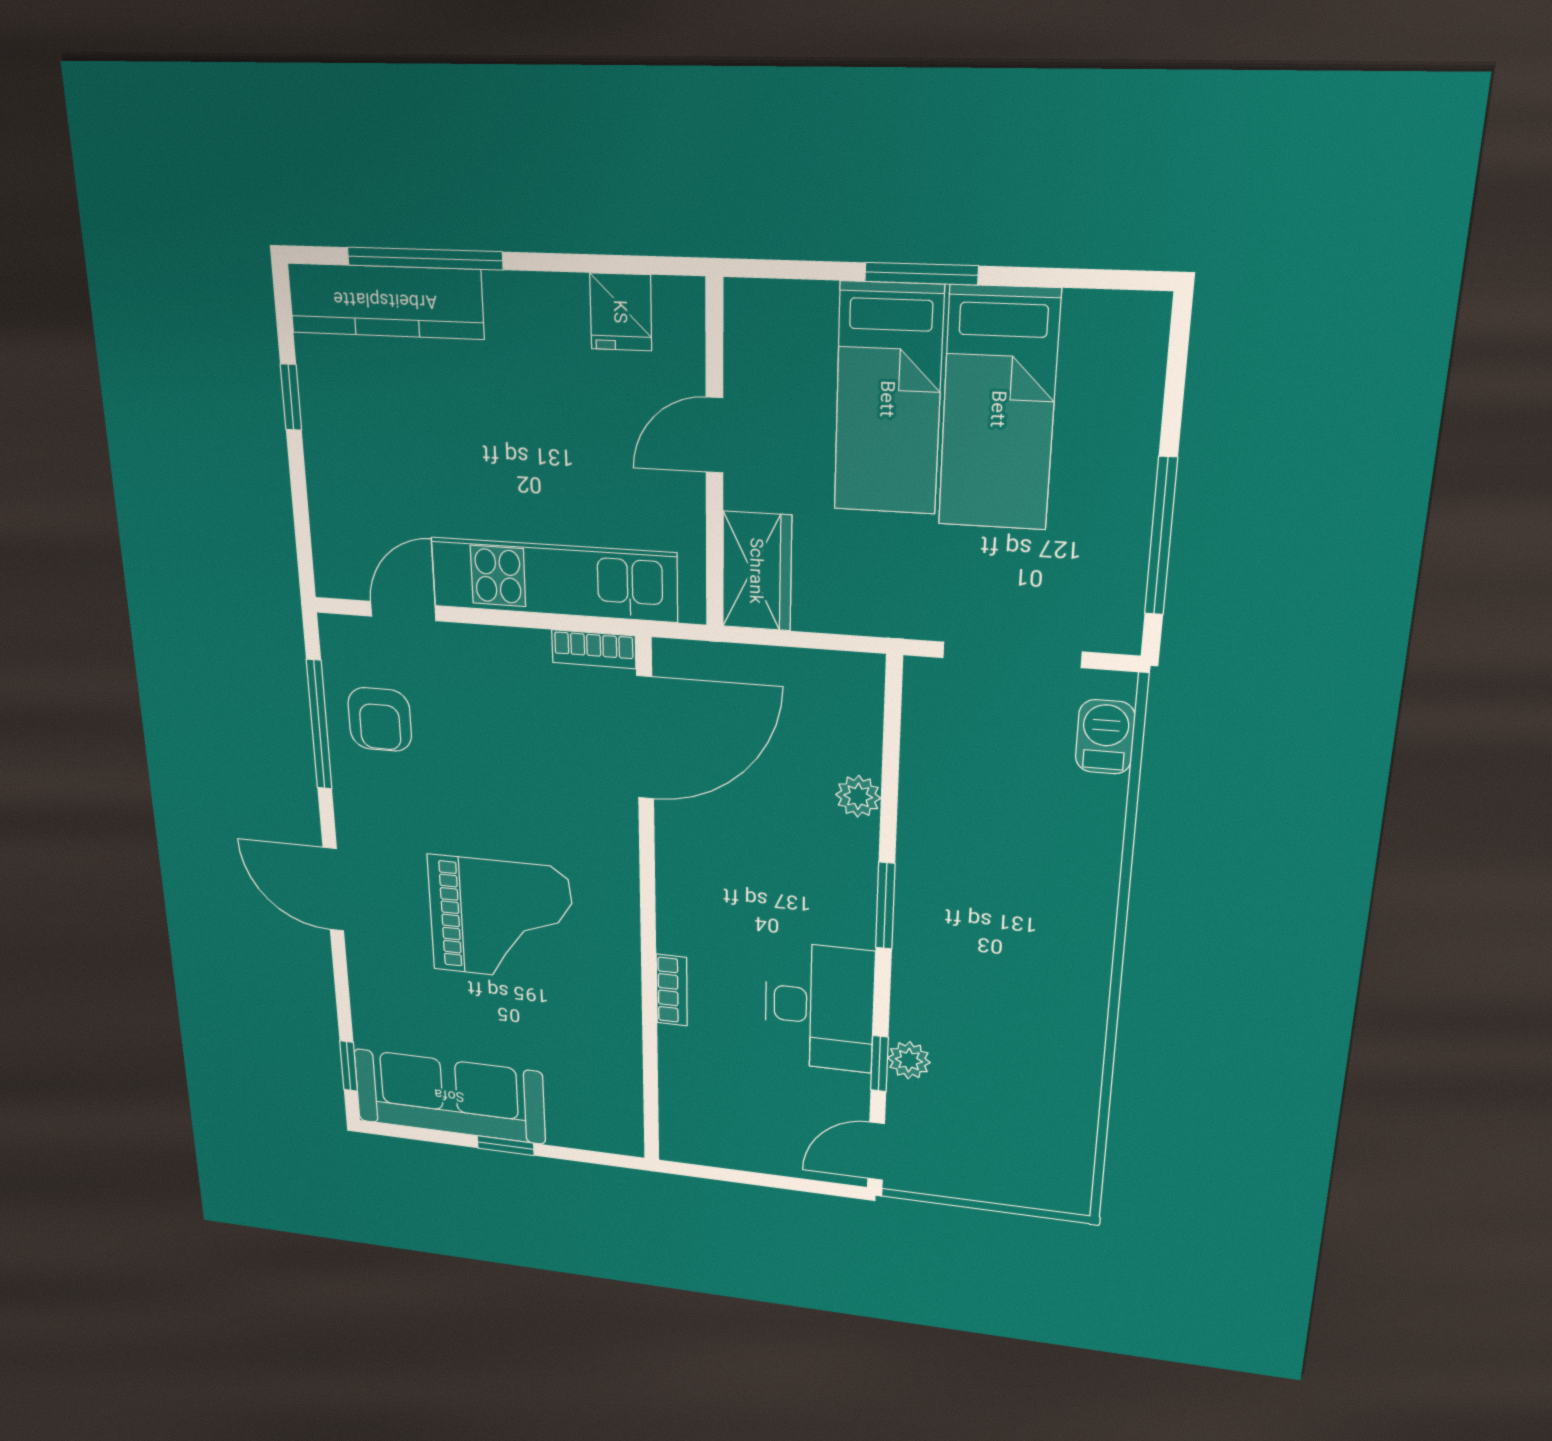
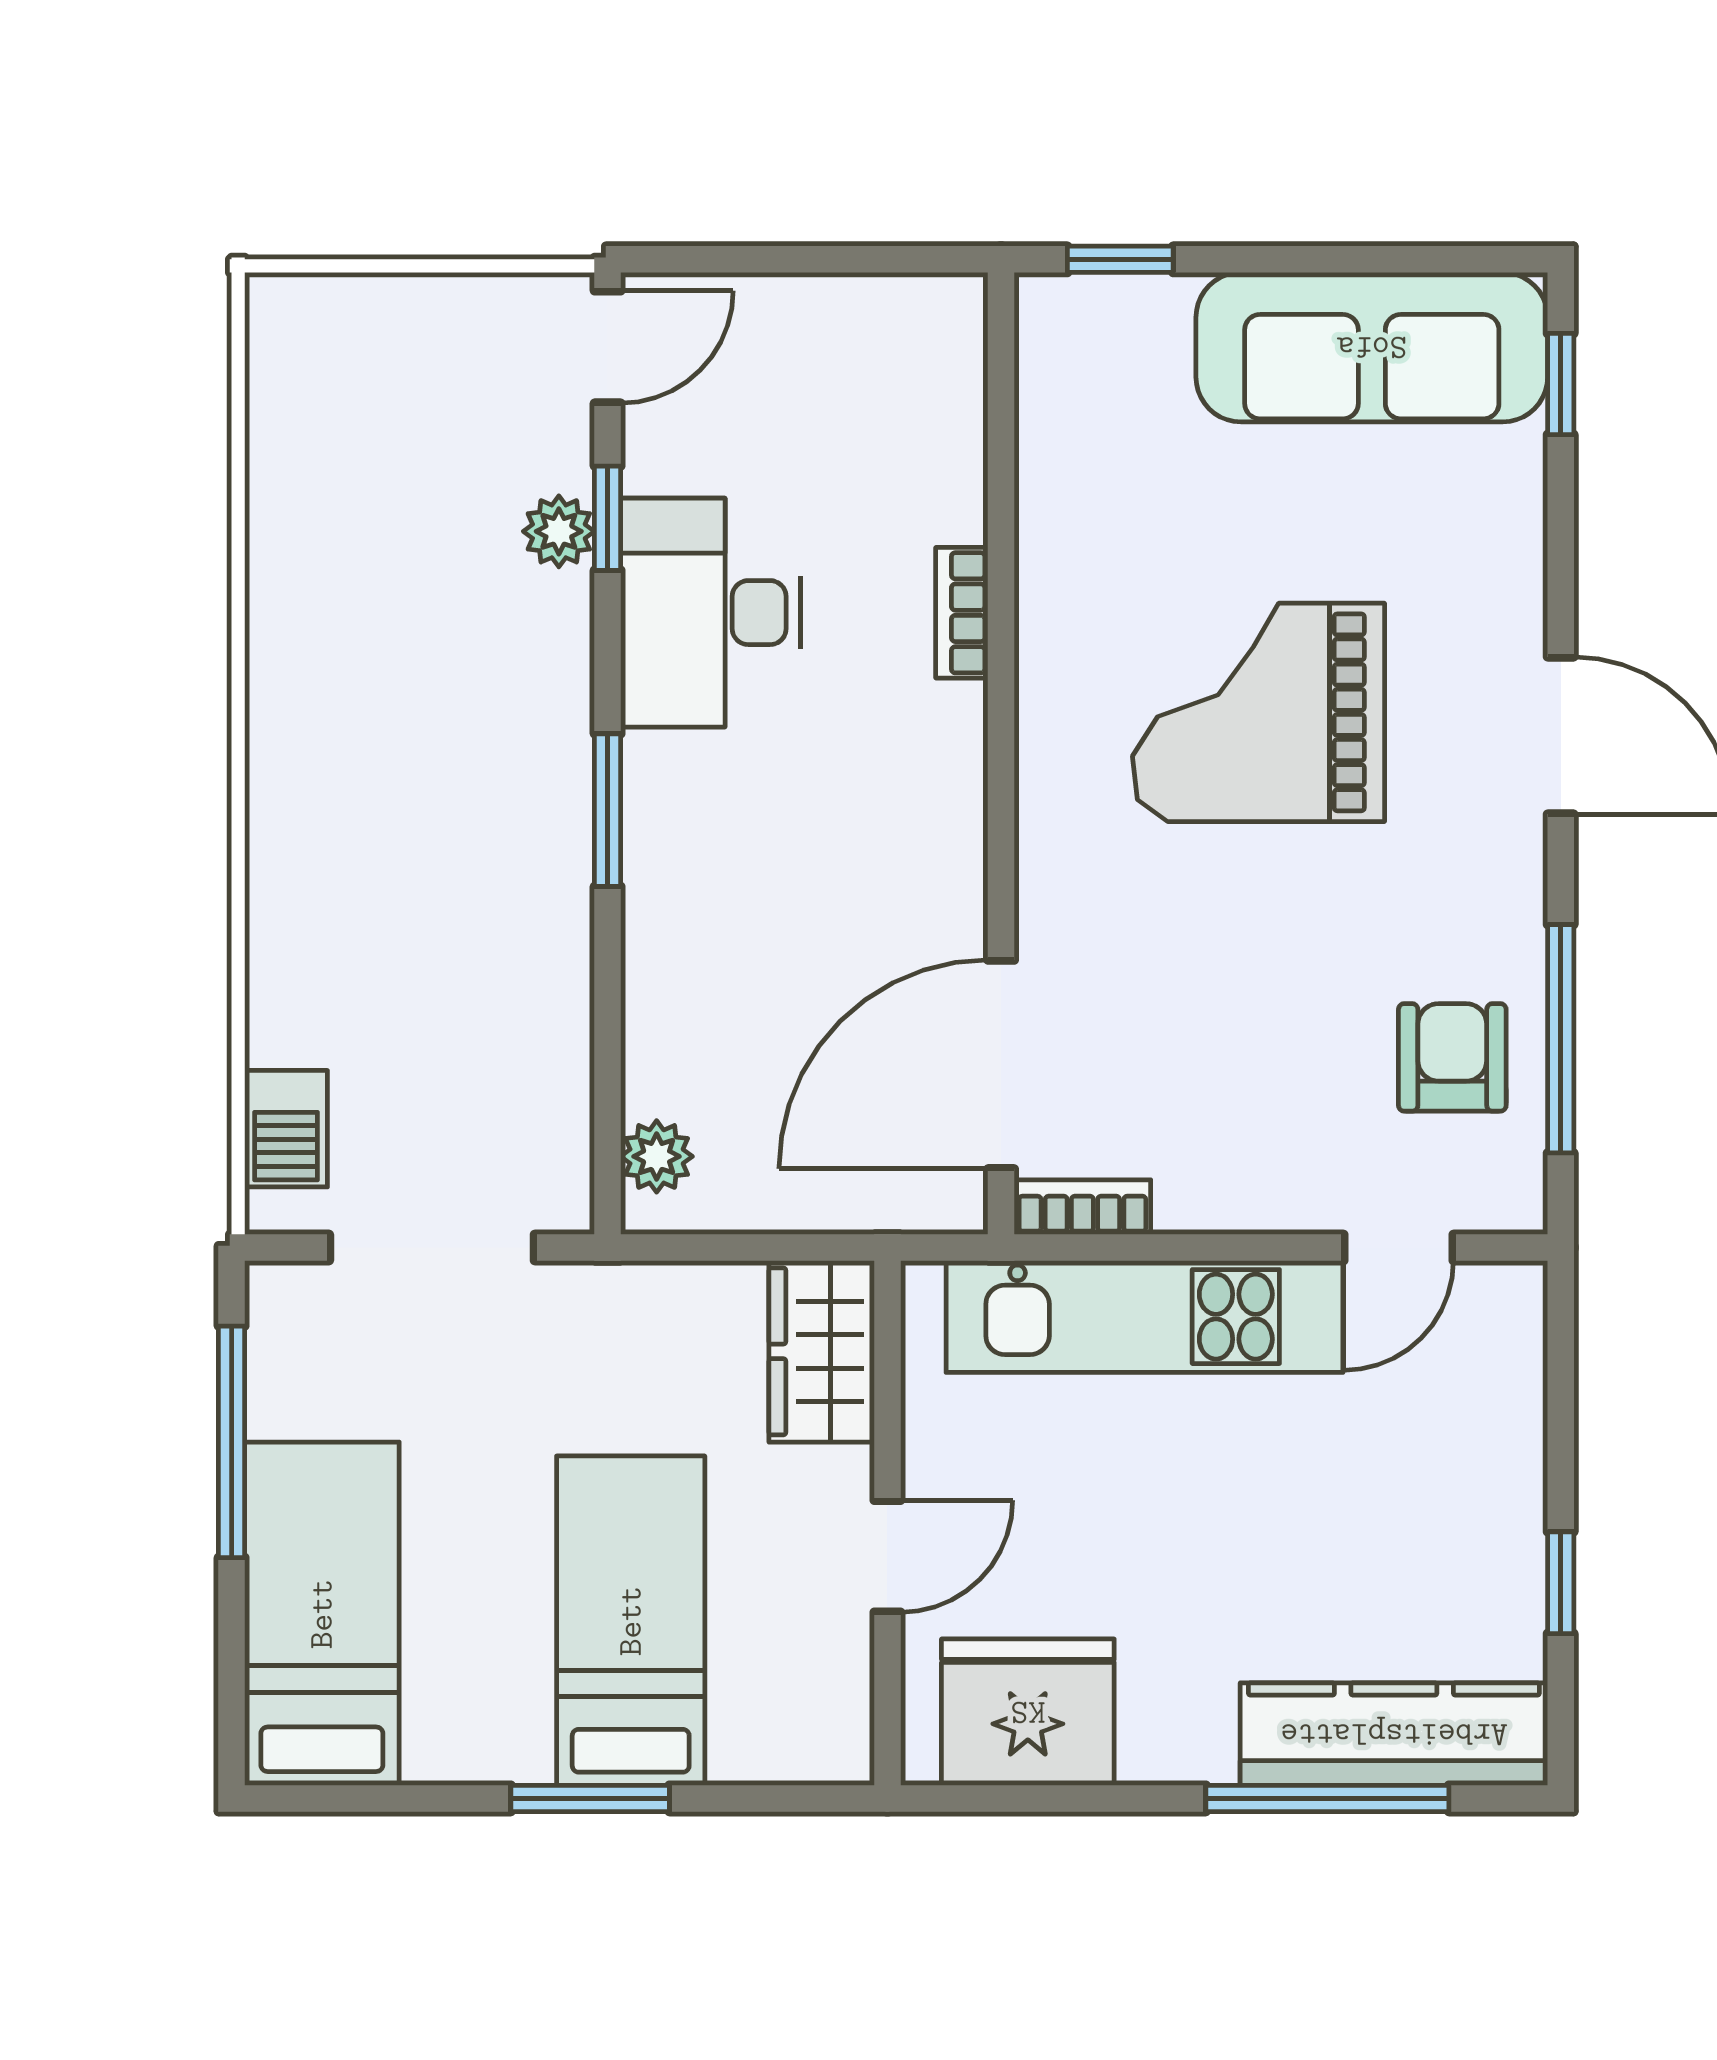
fridge: (621, 312) -> (1028, 1712), width x1.88, depth x1.34
bed: (999, 409) -> (322, 1614), moved
plant: (858, 796) -> (657, 1156), moved
window: (506, 1146) -> (1120, 259), moved

